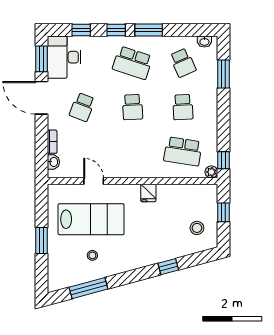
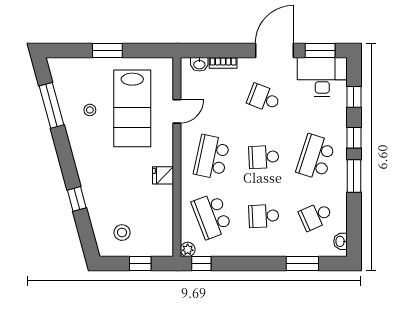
school desk: (133, 151) -> (212, 157), added
school desk: (183, 151) -> (212, 216), turned -30

